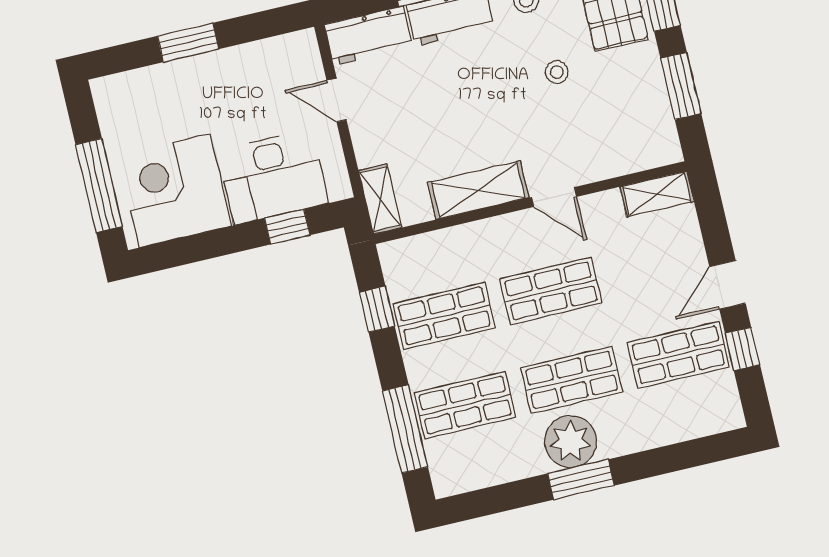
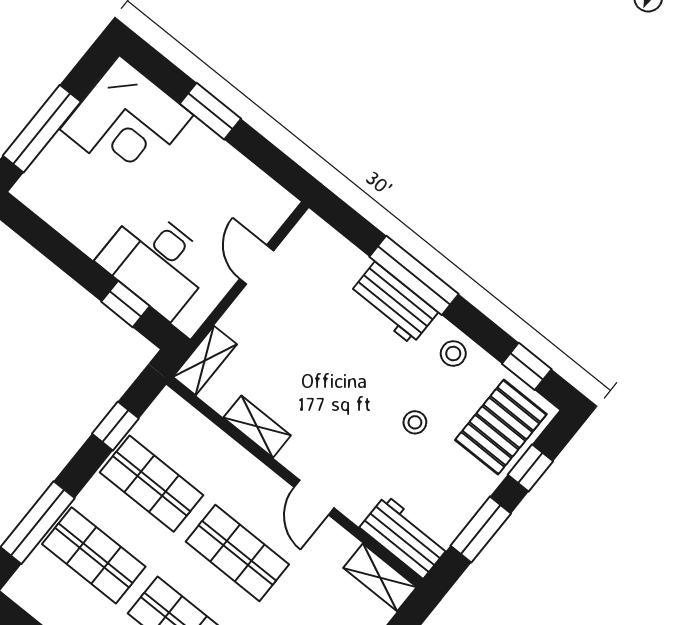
workbench: (369, 36) -> (405, 537), moved, turned 180
shelving: (478, 190) -> (257, 427), width x0.67, depth x0.75
corner desk: (175, 191) -> (127, 122), moved, turned 180

